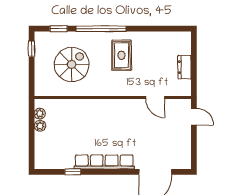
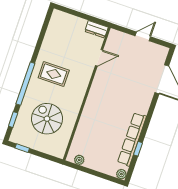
dresser: (184, 67) -> (96, 29), moved
door: (194, 117) -> (143, 36), moved
plant: (40, 126) -> (121, 174), moved
row of seats: (104, 162) -> (132, 139), moved

